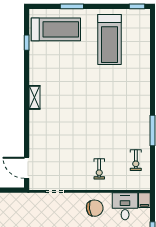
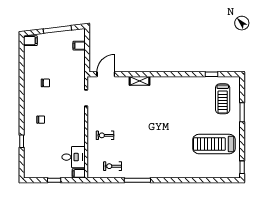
treadmill: (56, 29) -> (223, 99), width x0.73, depth x0.73
shelving: (35, 97) -> (139, 81), moved
chair: (95, 208) -> (72, 132), removed

